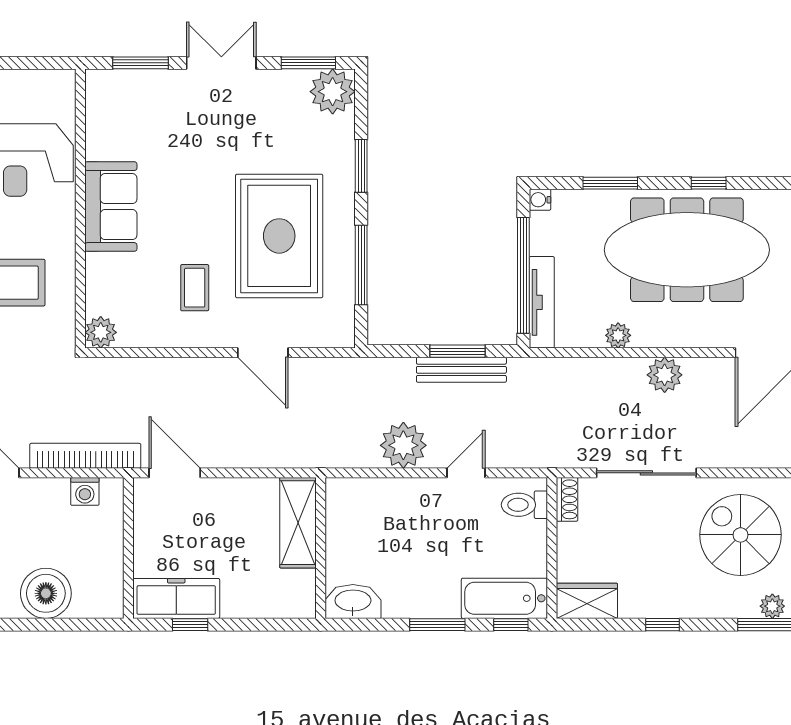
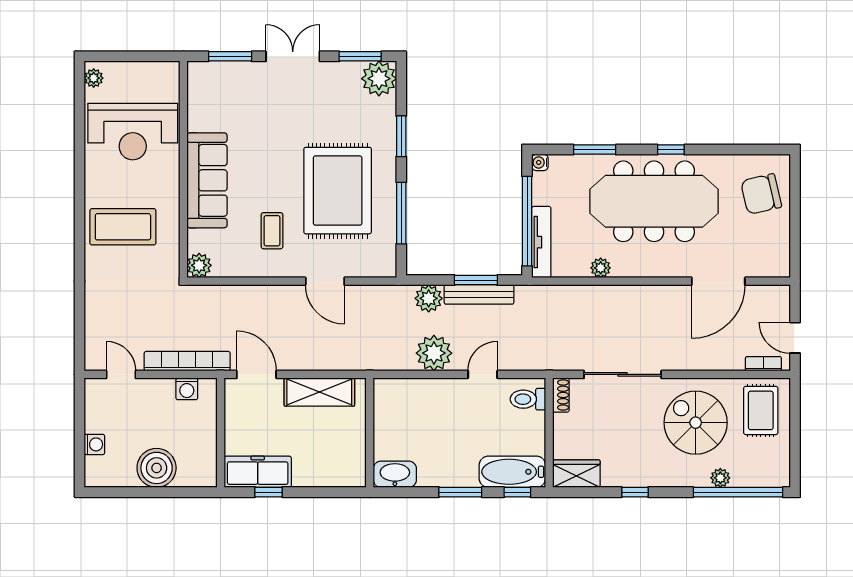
sofa: (111, 207) -> (207, 180), width x1.36
plant: (665, 375) -> (429, 298), moved
shelving: (298, 523) -> (319, 392), moved, turned 90

